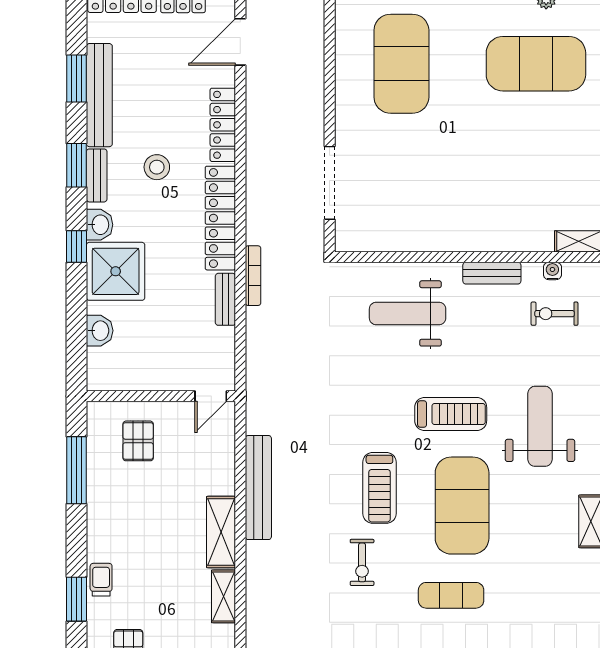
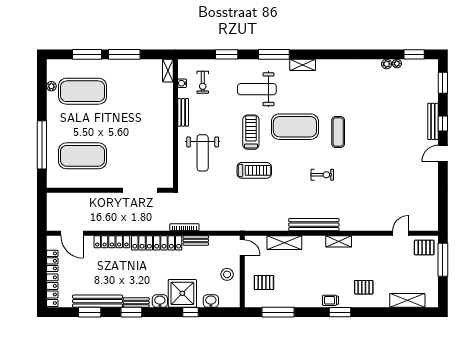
exercise mat: (536, 64) -> (83, 91), turned 90
stool: (157, 167) -> (227, 274), moved
window: (77, 247) -> (190, 312), moved
bench: (258, 488) -> (314, 225), moved
treadmill: (379, 488) -> (254, 170), moved
shelving: (221, 532) -> (284, 243), moved

